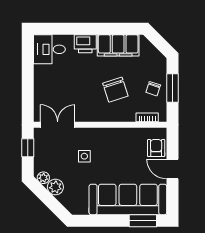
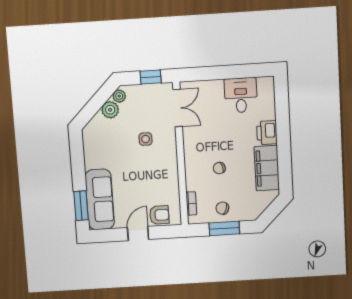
desk: (49, 49) -> (241, 95), moved
chair: (115, 90) -> (219, 168), width x0.54, depth x0.54
sofa: (128, 199) -> (100, 199), width x0.74, depth x0.79

